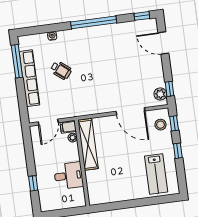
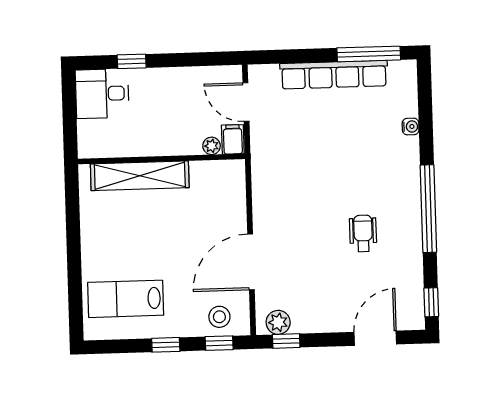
wheelchair: (61, 70) -> (363, 233), moved, turned 142
shelving: (88, 144) -> (140, 176), moved
desk: (69, 176) -> (102, 94), moved, turned 90

